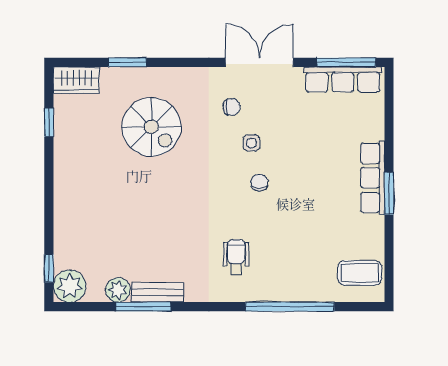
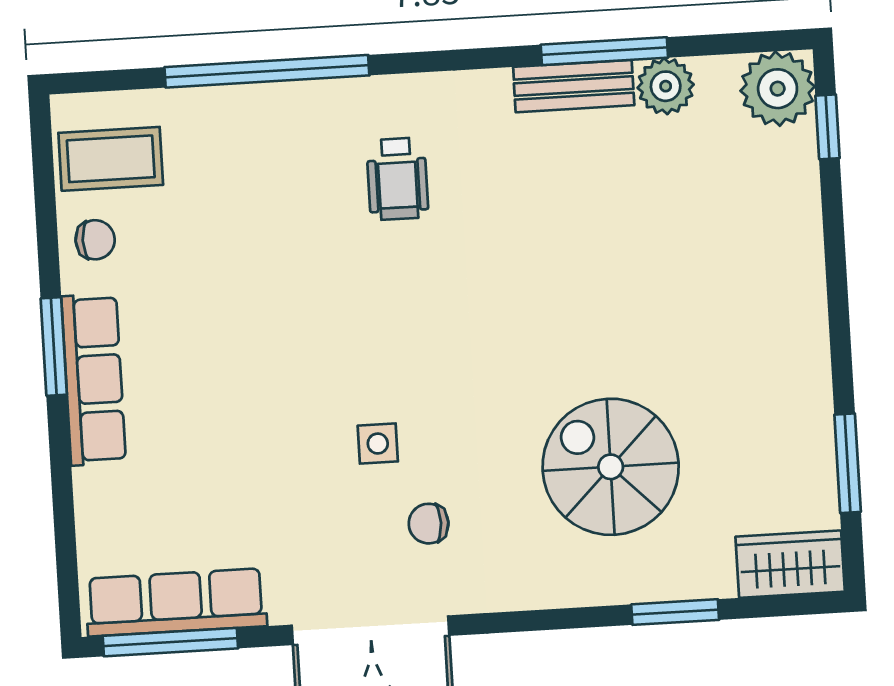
window: (49, 122) -> (848, 463), width x1.50
chair: (259, 183) -> (95, 240), moved, turned -90

